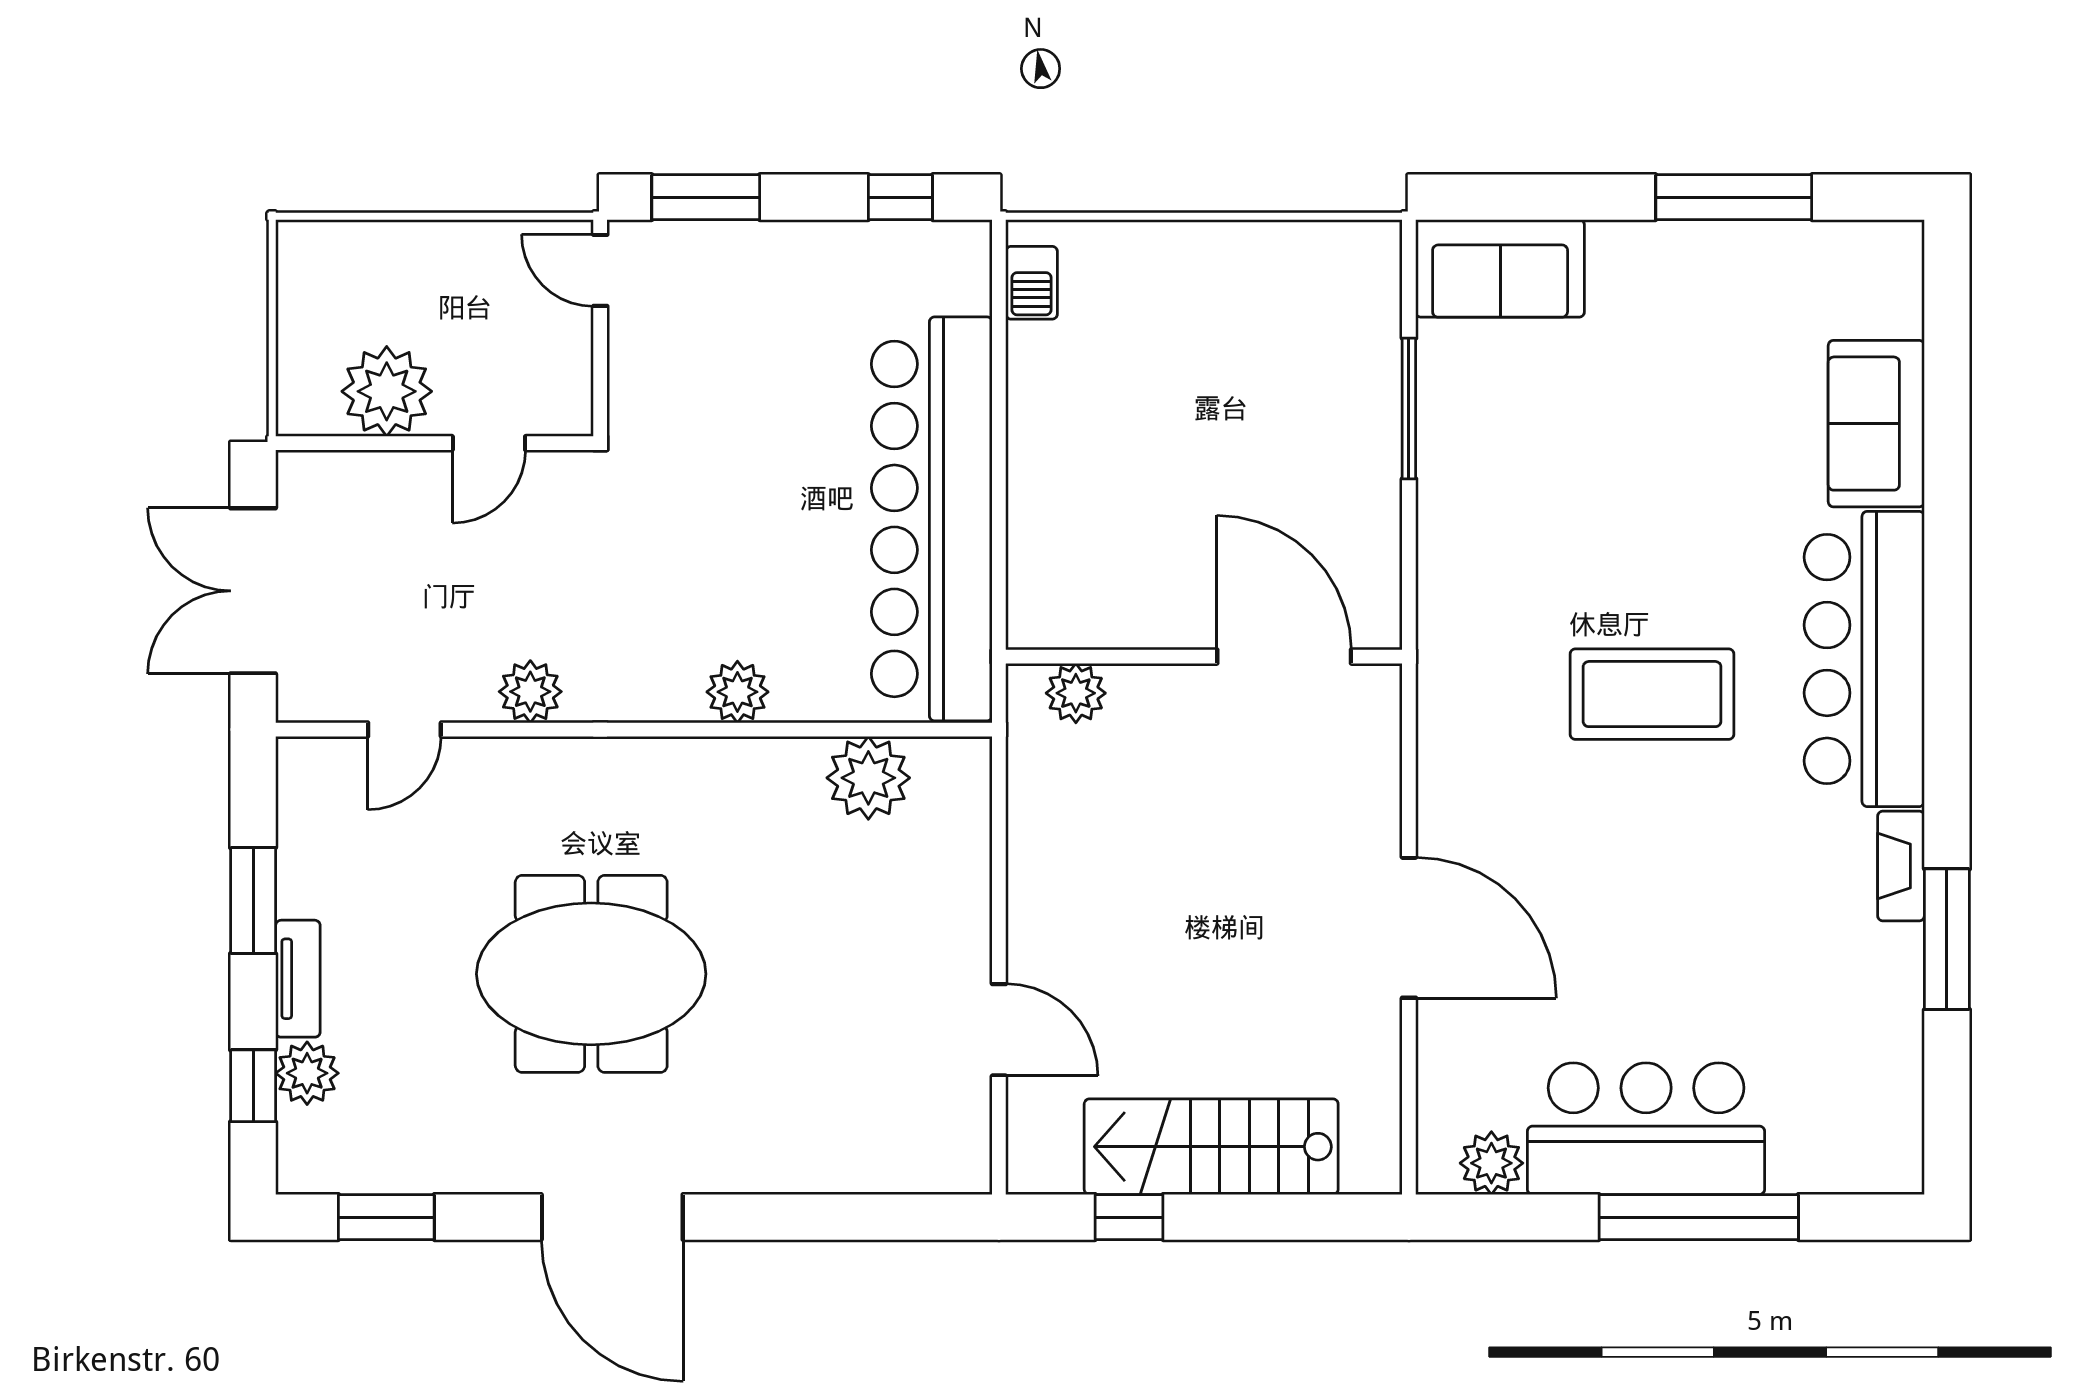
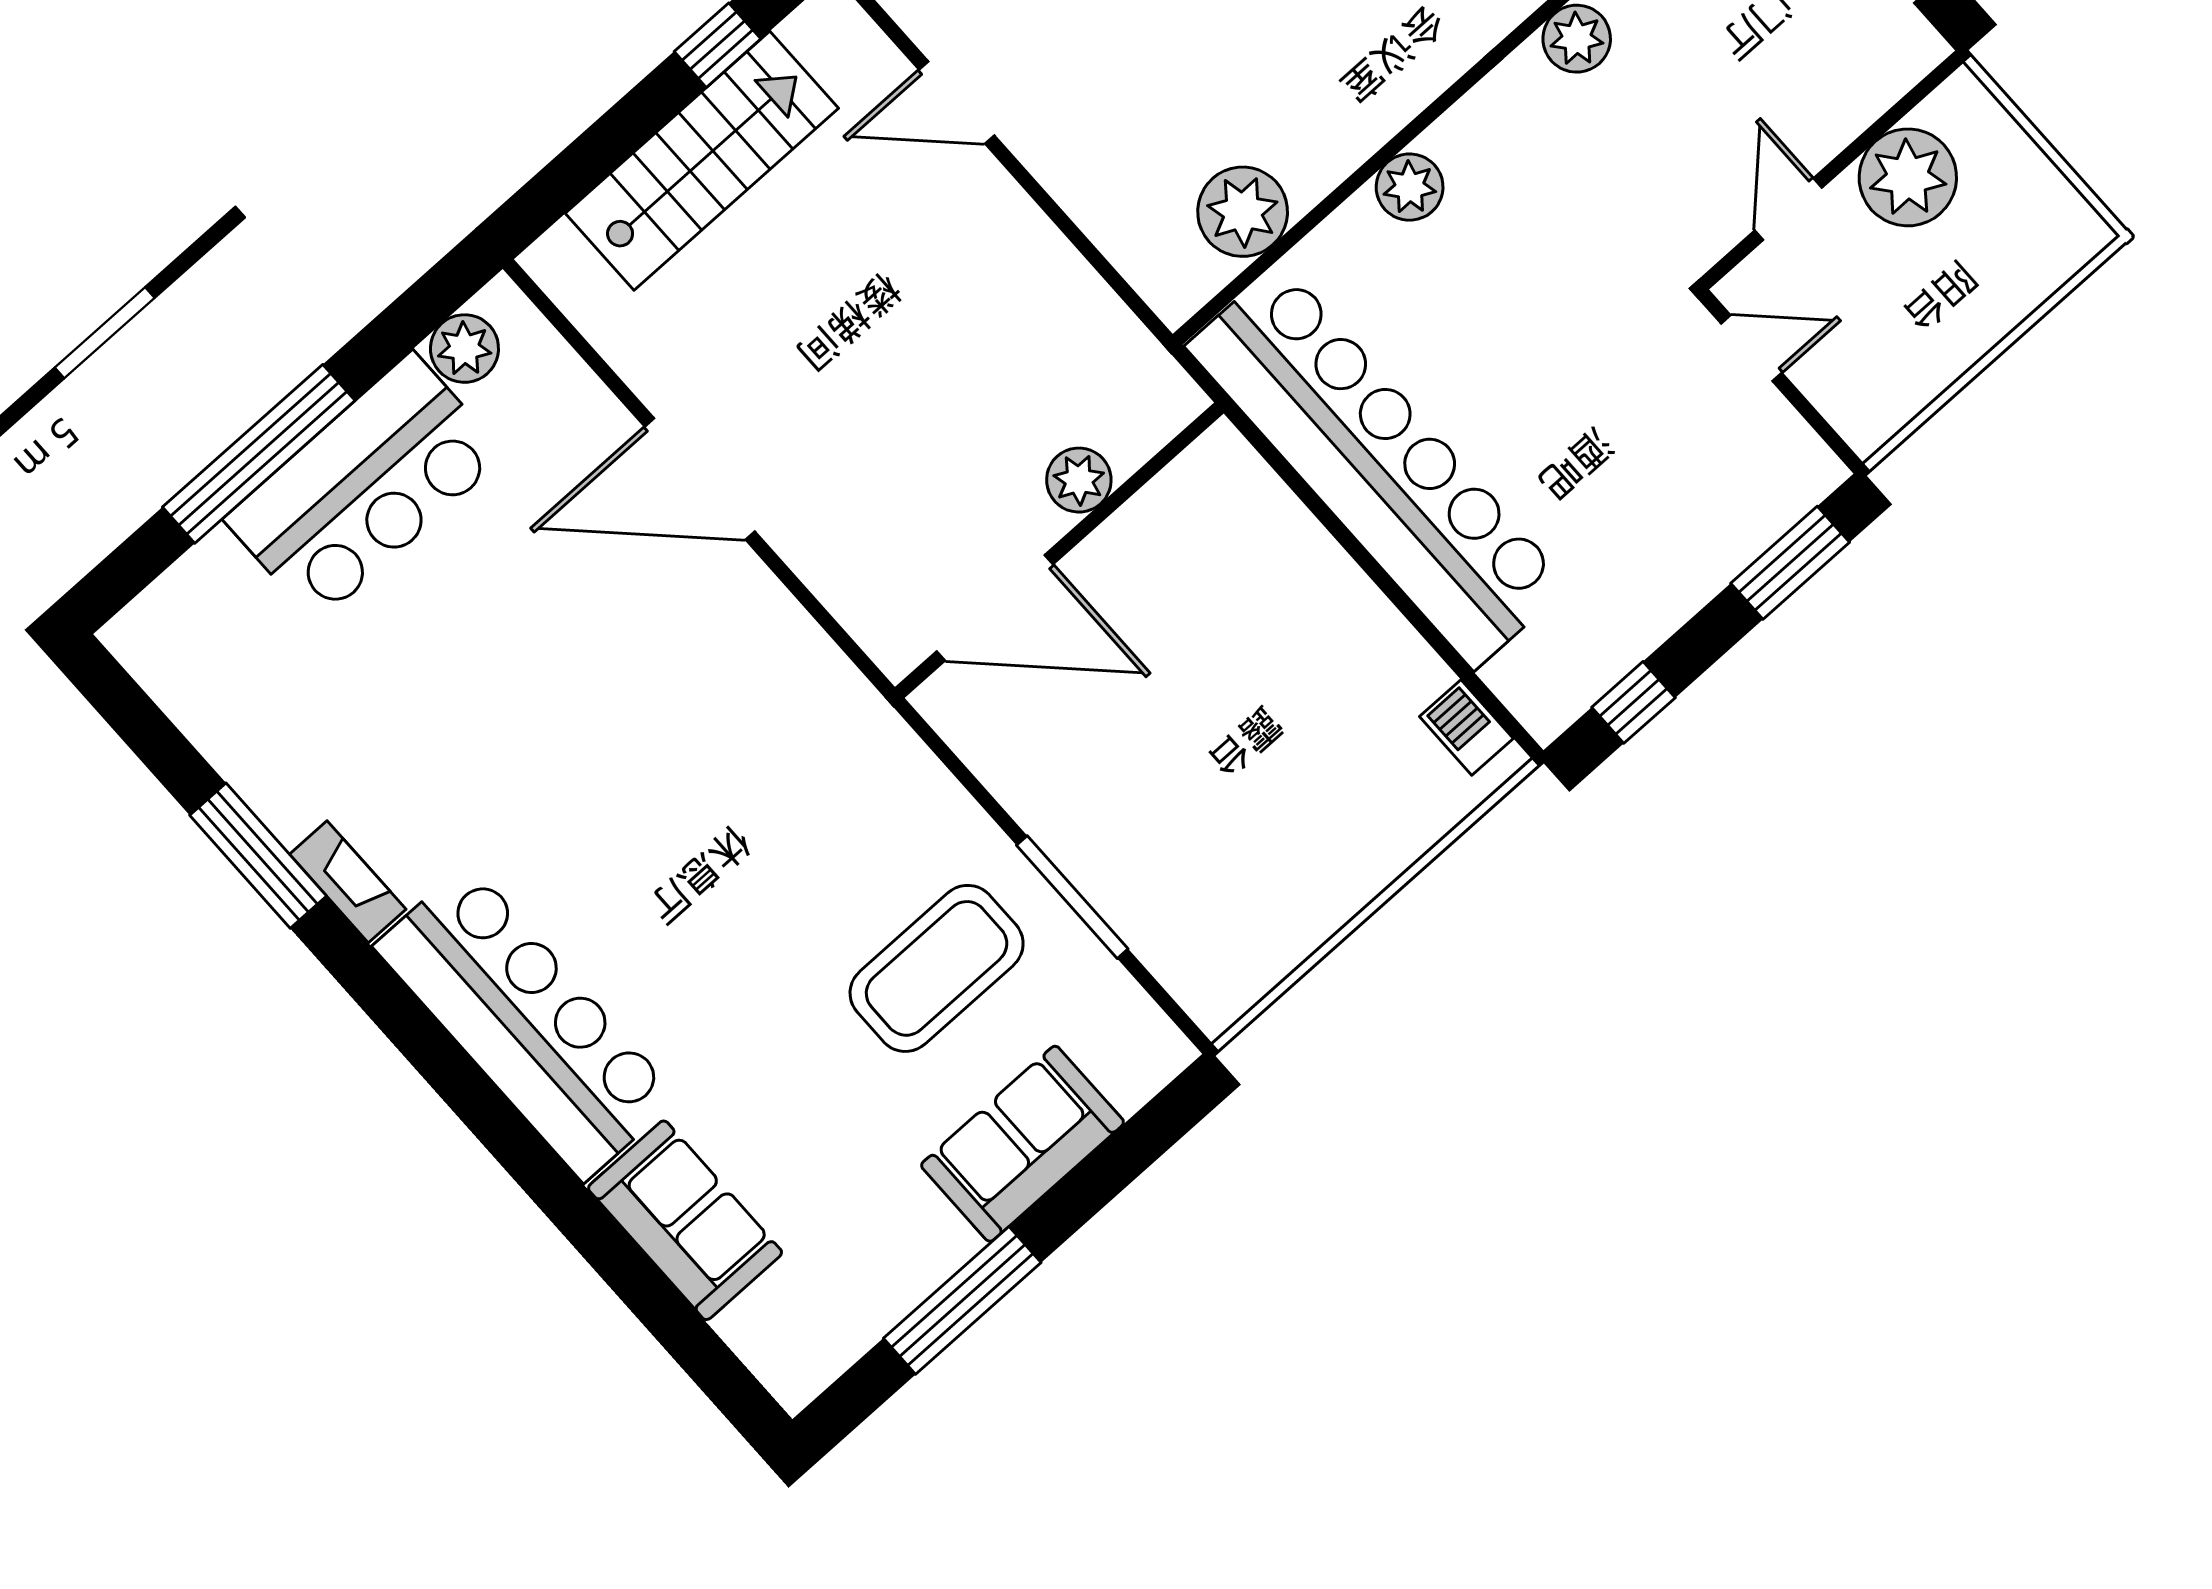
sofa: (1500, 268) -> (1023, 1144), moved
door: (600, 270) -> (1752, 348), moved
plant: (1076, 693) -> (1079, 480), moved
coffee table: (1652, 694) -> (937, 968), moved

